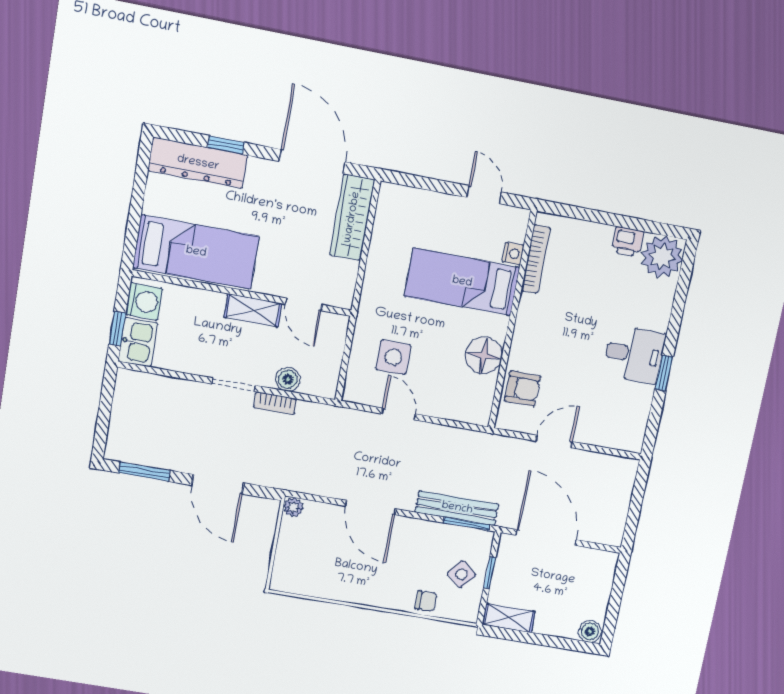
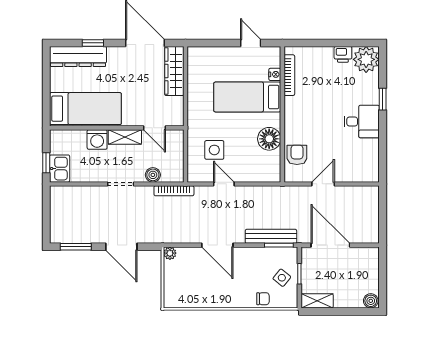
washing machine: (144, 301) -> (97, 139), moved, turned 90
window: (664, 373) -> (383, 99), moved
armchair: (523, 389) -> (297, 155), turned -90
bookcase: (275, 403) -> (174, 191), moved, width x1.56

